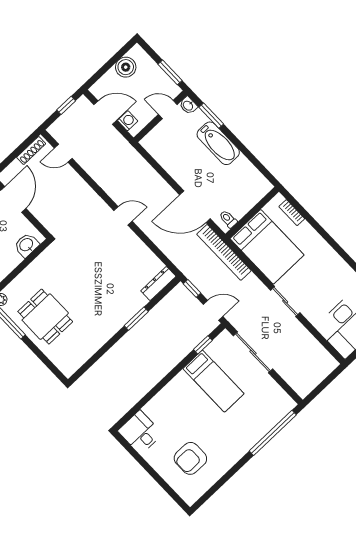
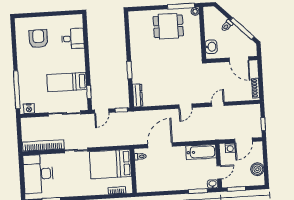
bathtub: (218, 143) -> (201, 152), moved, turned 180
door: (63, 153) -> (218, 104), moved
bookcase: (224, 252) -> (43, 145), moved
nightstand: (283, 399) -> (29, 109), added
desk: (140, 432) -> (73, 39), moved

